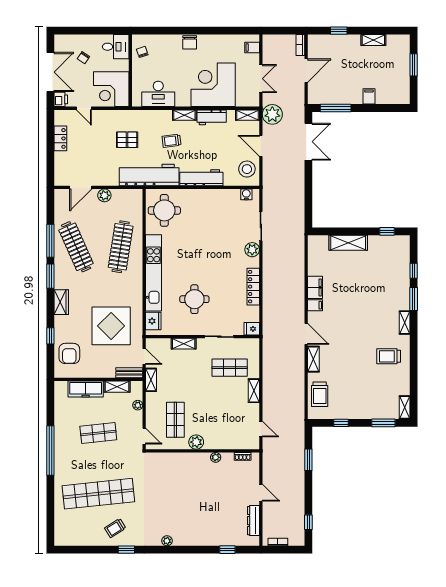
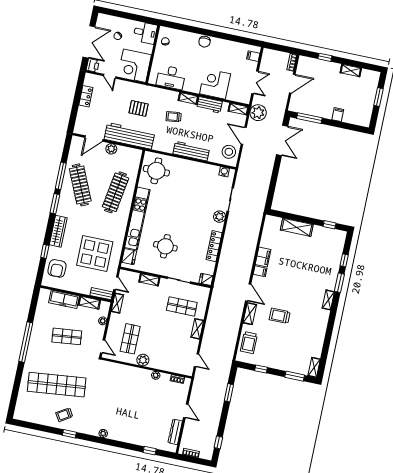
corner desk: (213, 85) -> (215, 84), width x0.74, depth x0.74
workbench: (149, 175) -> (129, 136), moved
wardrobe: (61, 302) -> (58, 231), width x1.50
trolley: (389, 356) -> (280, 316), moved

